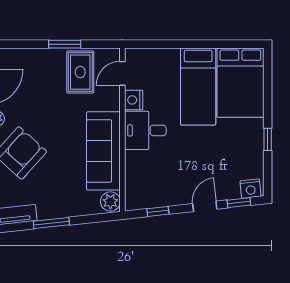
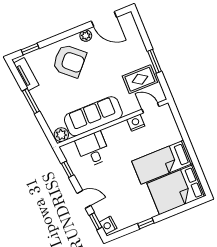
desk: (145, 130) -> (93, 149), moved

